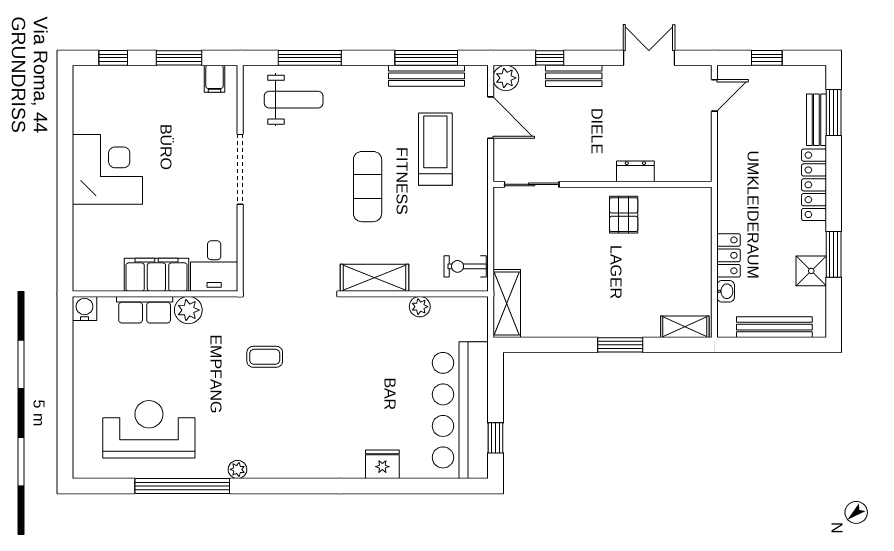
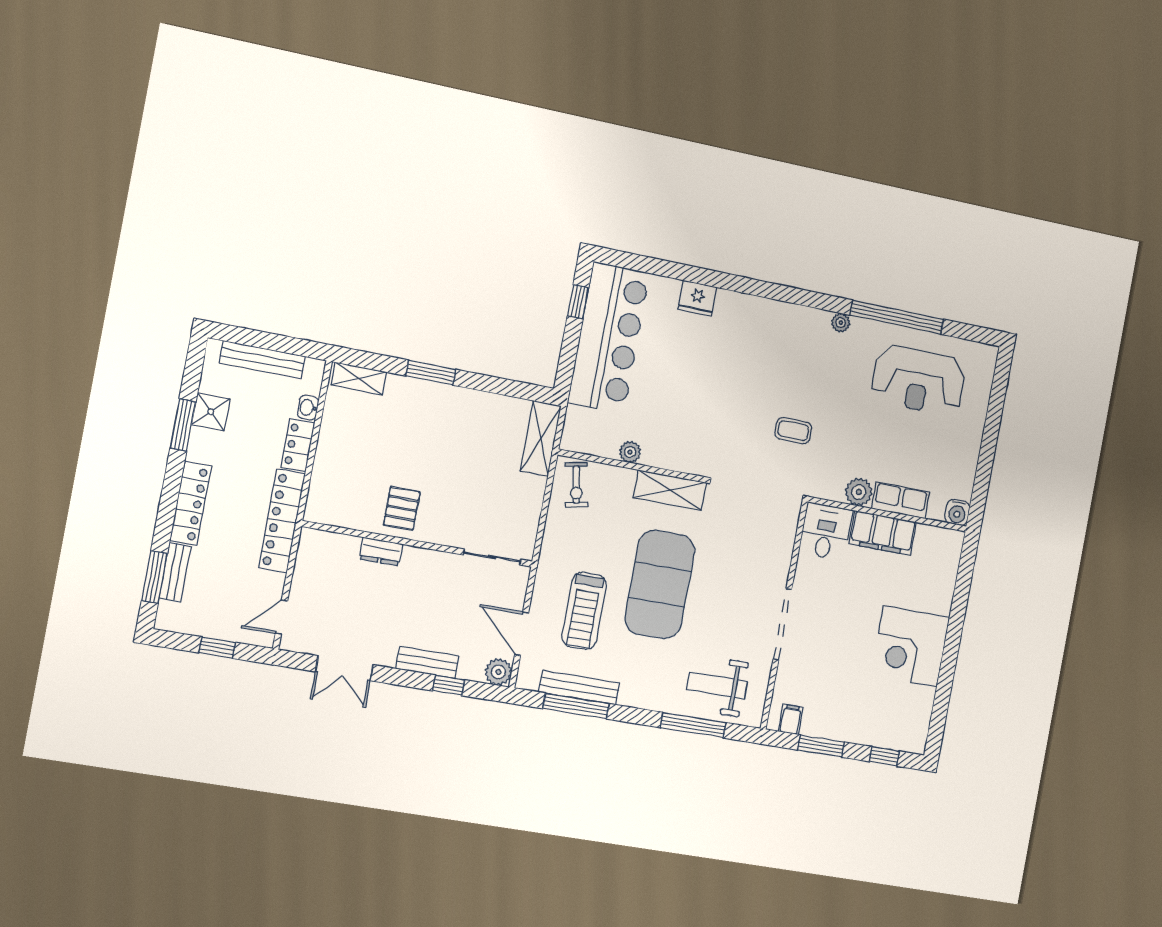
locker: (730, 184) -> (282, 521), added
exercise mat: (368, 187) -> (660, 584), width x2.00, depth x1.45
exercise bike: (465, 266) -> (576, 485), turned 79

